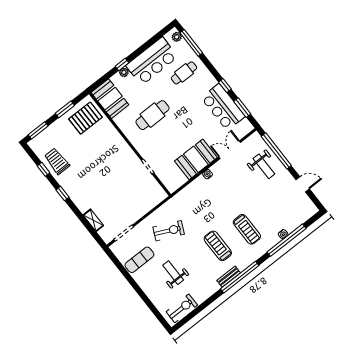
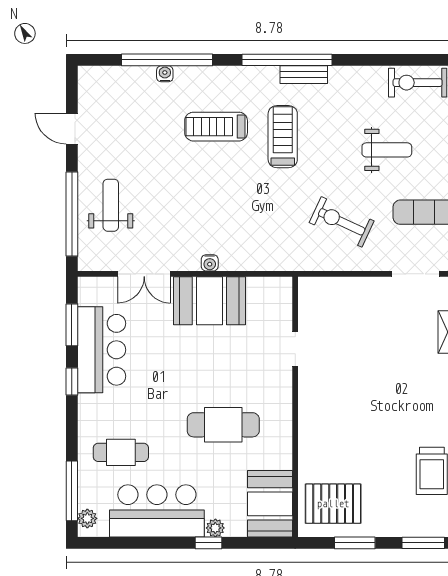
treadmill: (247, 229) -> (216, 127), turned -90
treadmill: (218, 246) -> (283, 137), turned 180
weight bench: (173, 273) -> (387, 150), turned -90

